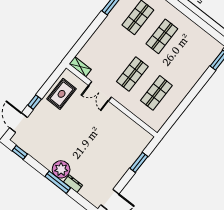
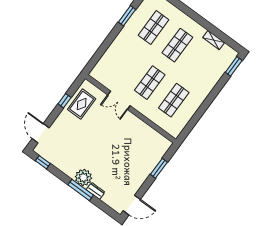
shelving: (80, 67) -> (214, 40), moved
window: (35, 102) -> (65, 101), moved

